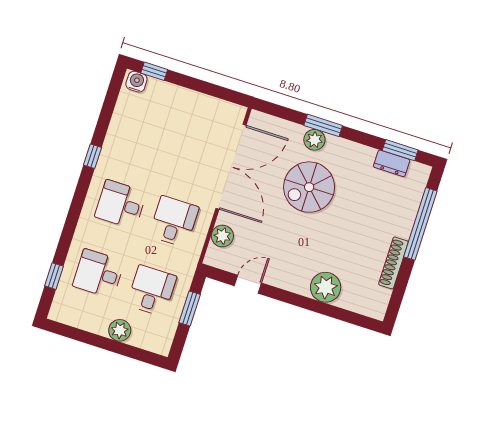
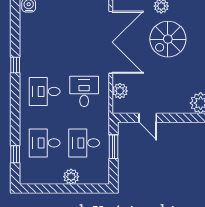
door: (248, 284) -> (148, 118), swing flipped
desk: (152, 291) -> (84, 143), turned -90

